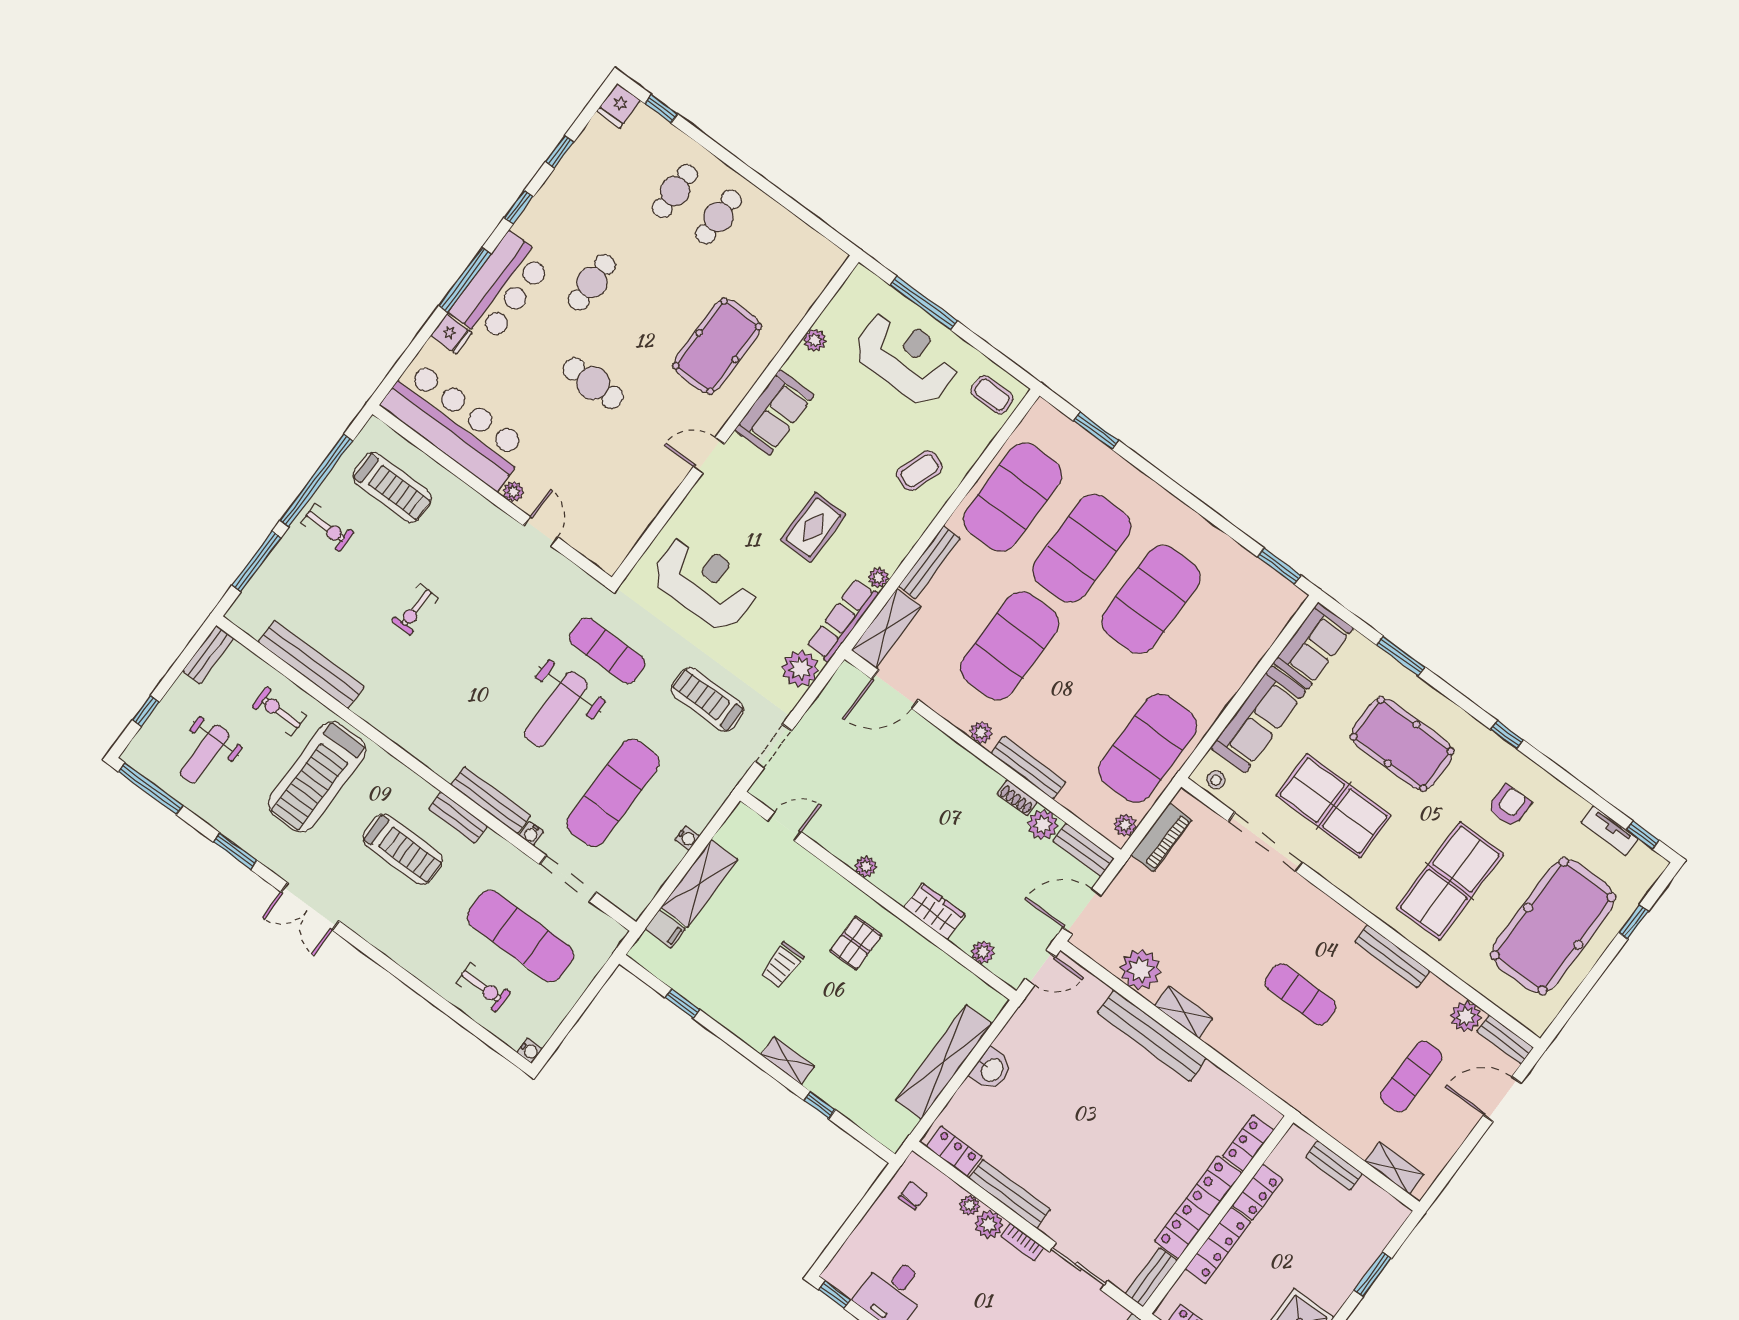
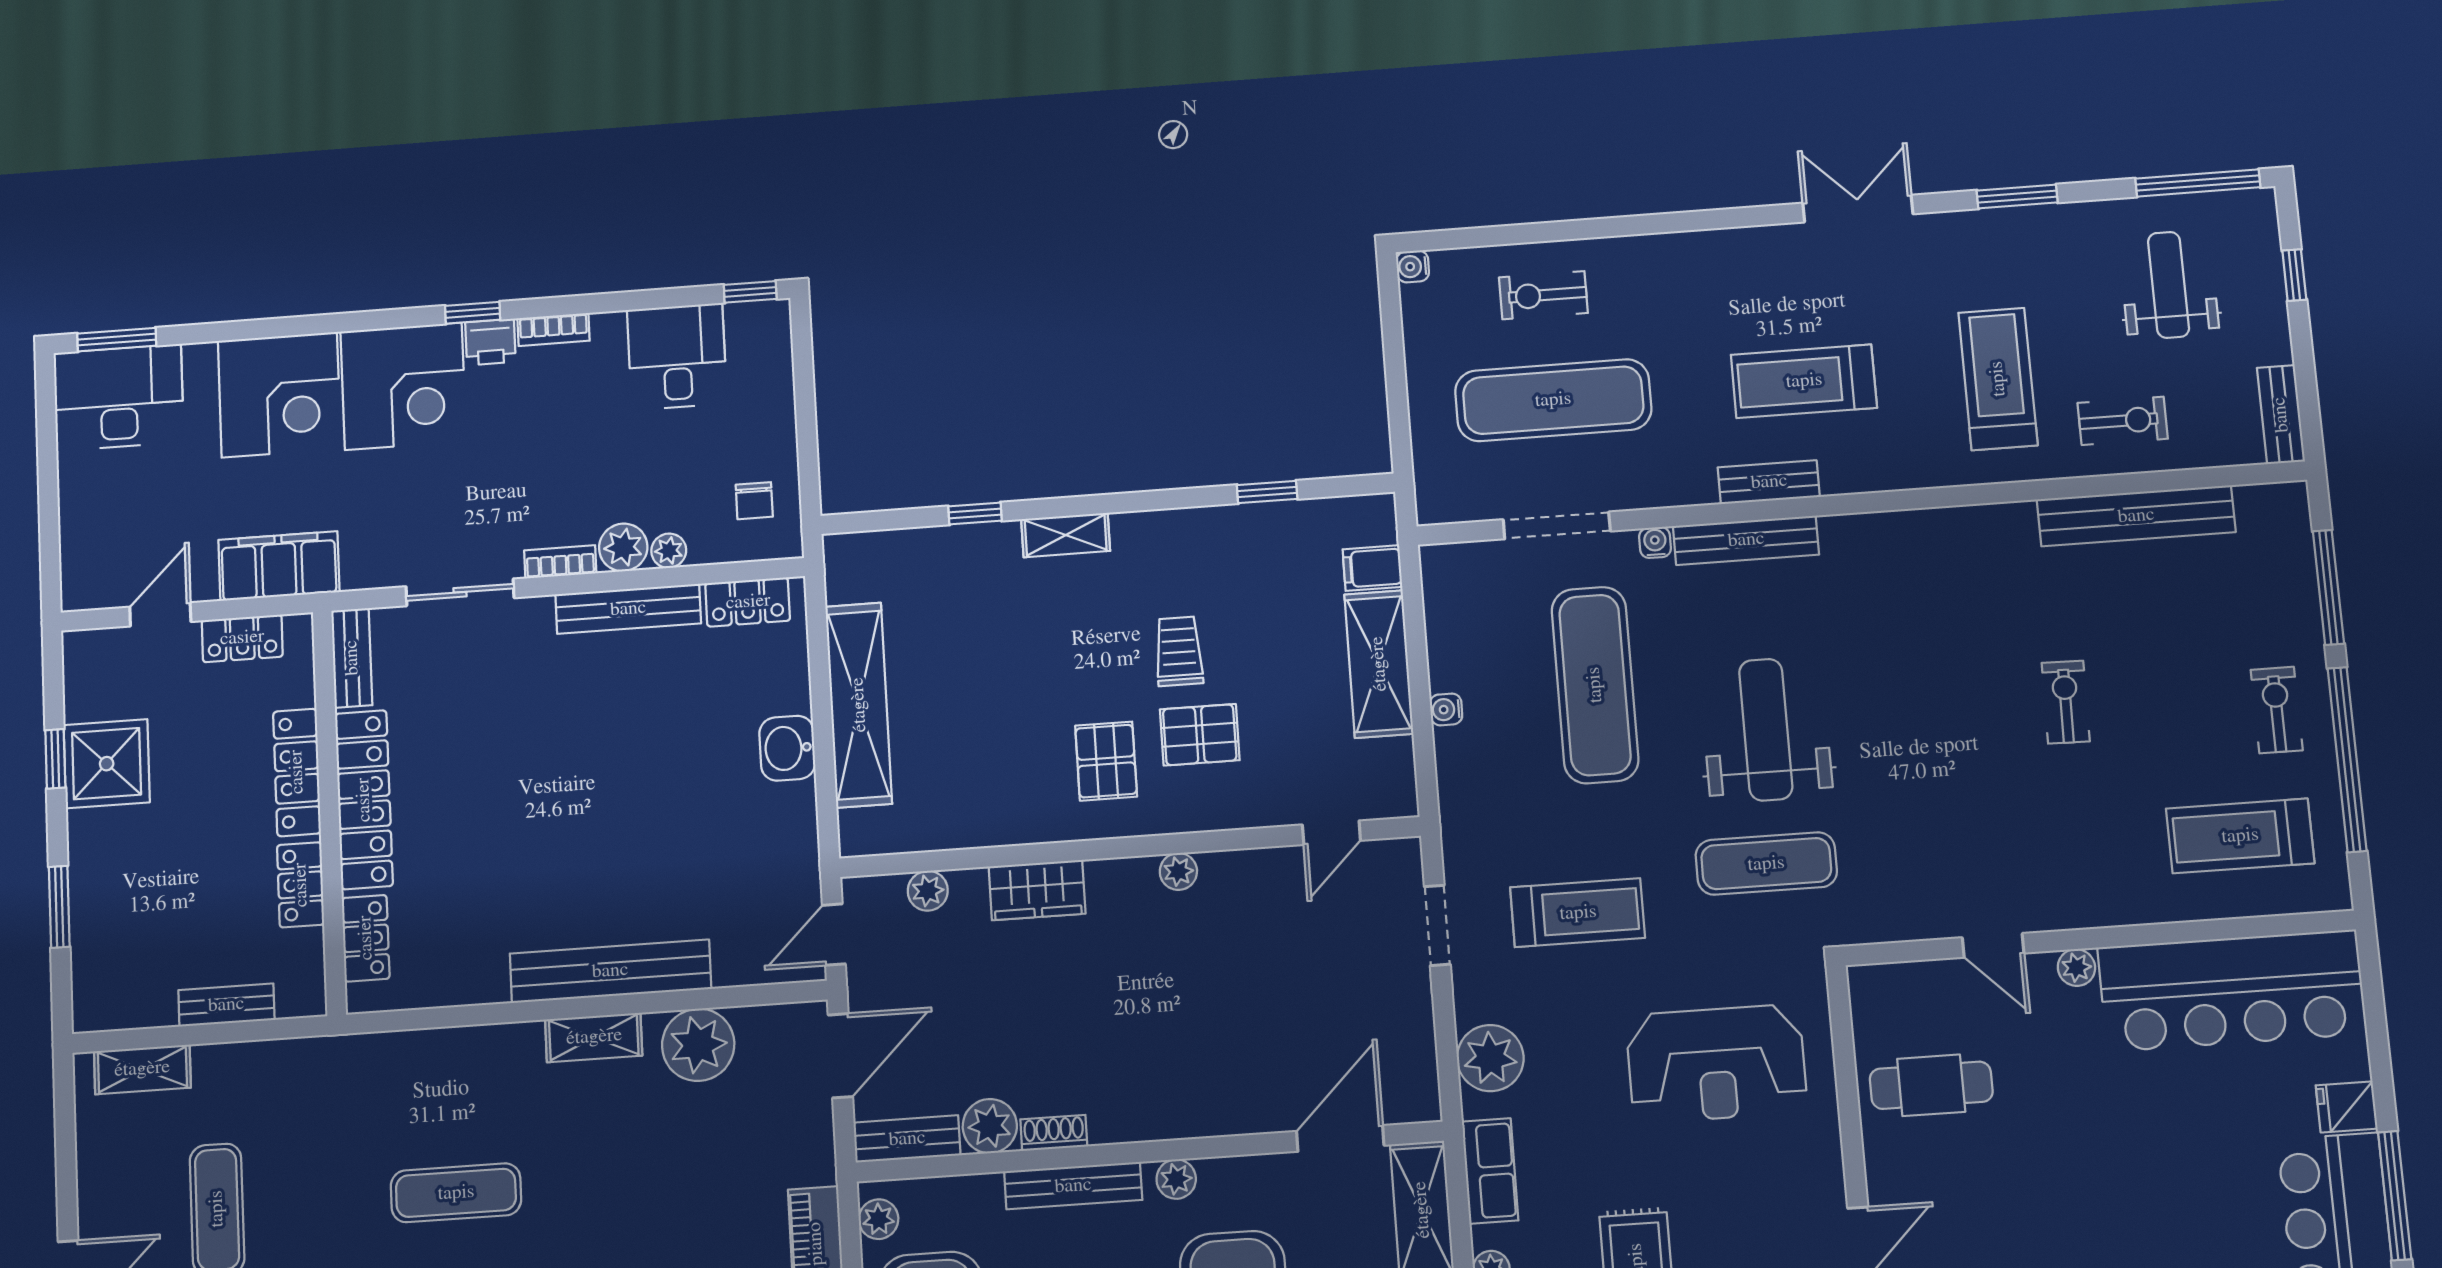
cafe table: (593, 383) -> (1931, 1085), moved
exercise bike: (327, 528) -> (2277, 710), turned 90
row of seats: (842, 620) -> (1490, 1171), width x0.68
treadmill: (317, 777) -> (1998, 379), width x0.73, depth x0.73
pallet: (805, 919) -> (1200, 735), added

